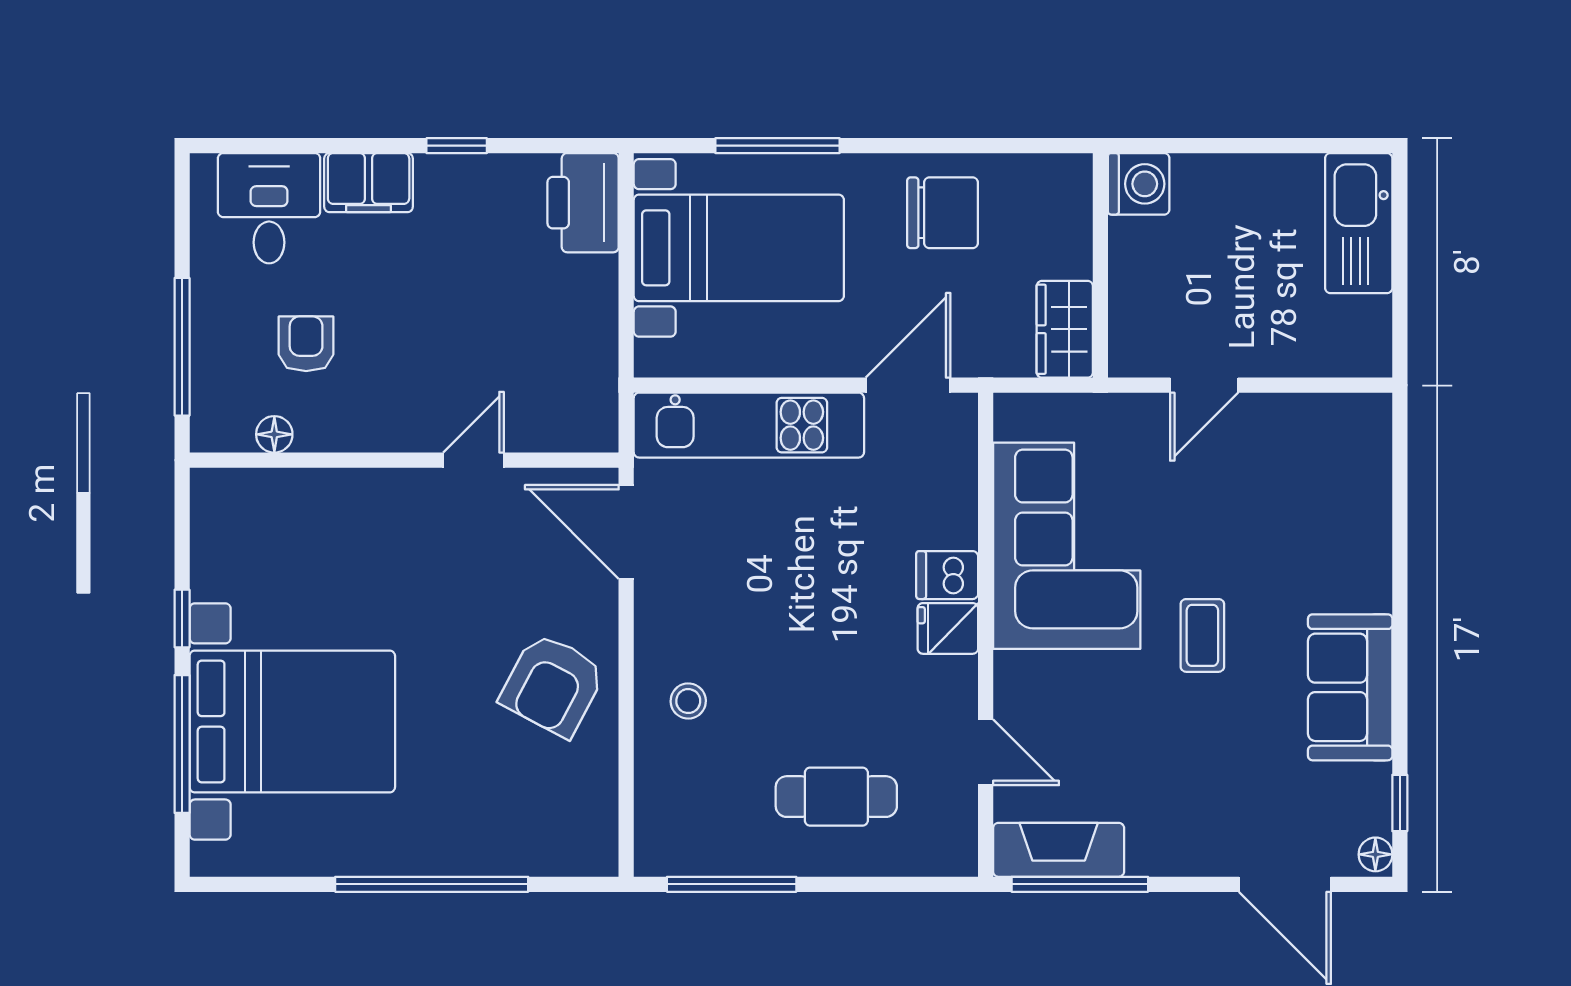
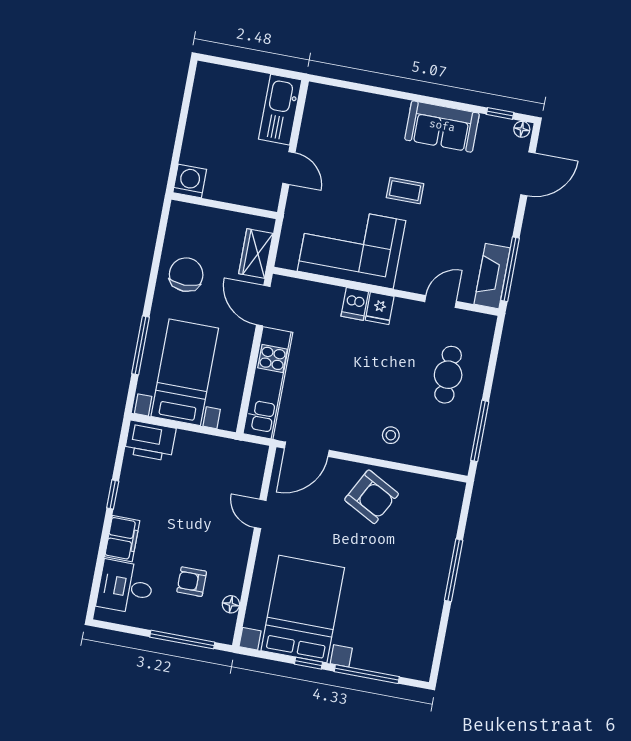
kitchen sink: (1359, 223) -> (280, 110), moved, turned 90
wardrobe: (1065, 329) -> (256, 253), moved, turned 90
bed with nightstands: (292, 721) -> (303, 609), moved
window: (432, 884) -> (454, 570), width x0.68

